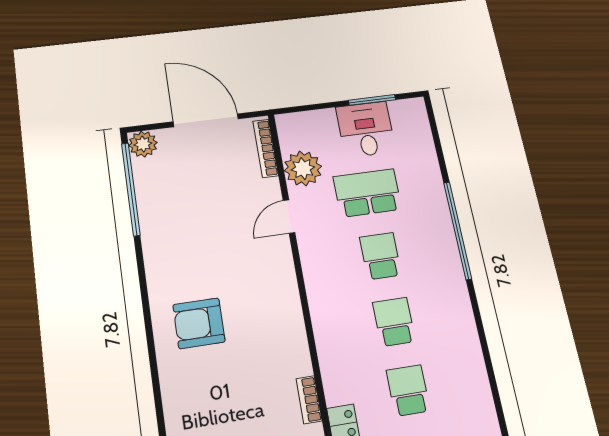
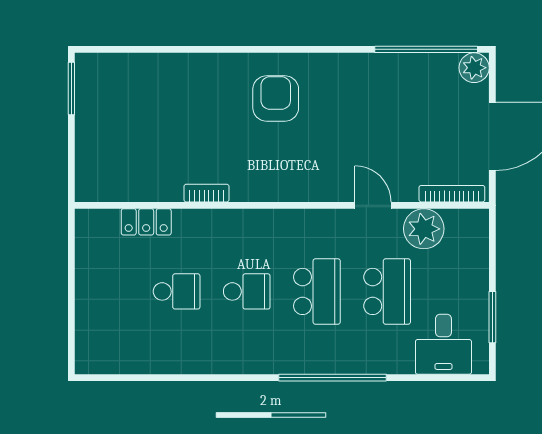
desk: (366, 129) -> (443, 344), moved, turned 90
school desk: (381, 256) -> (317, 291), width x1.85
bookcase: (309, 400) -> (206, 193), moved

